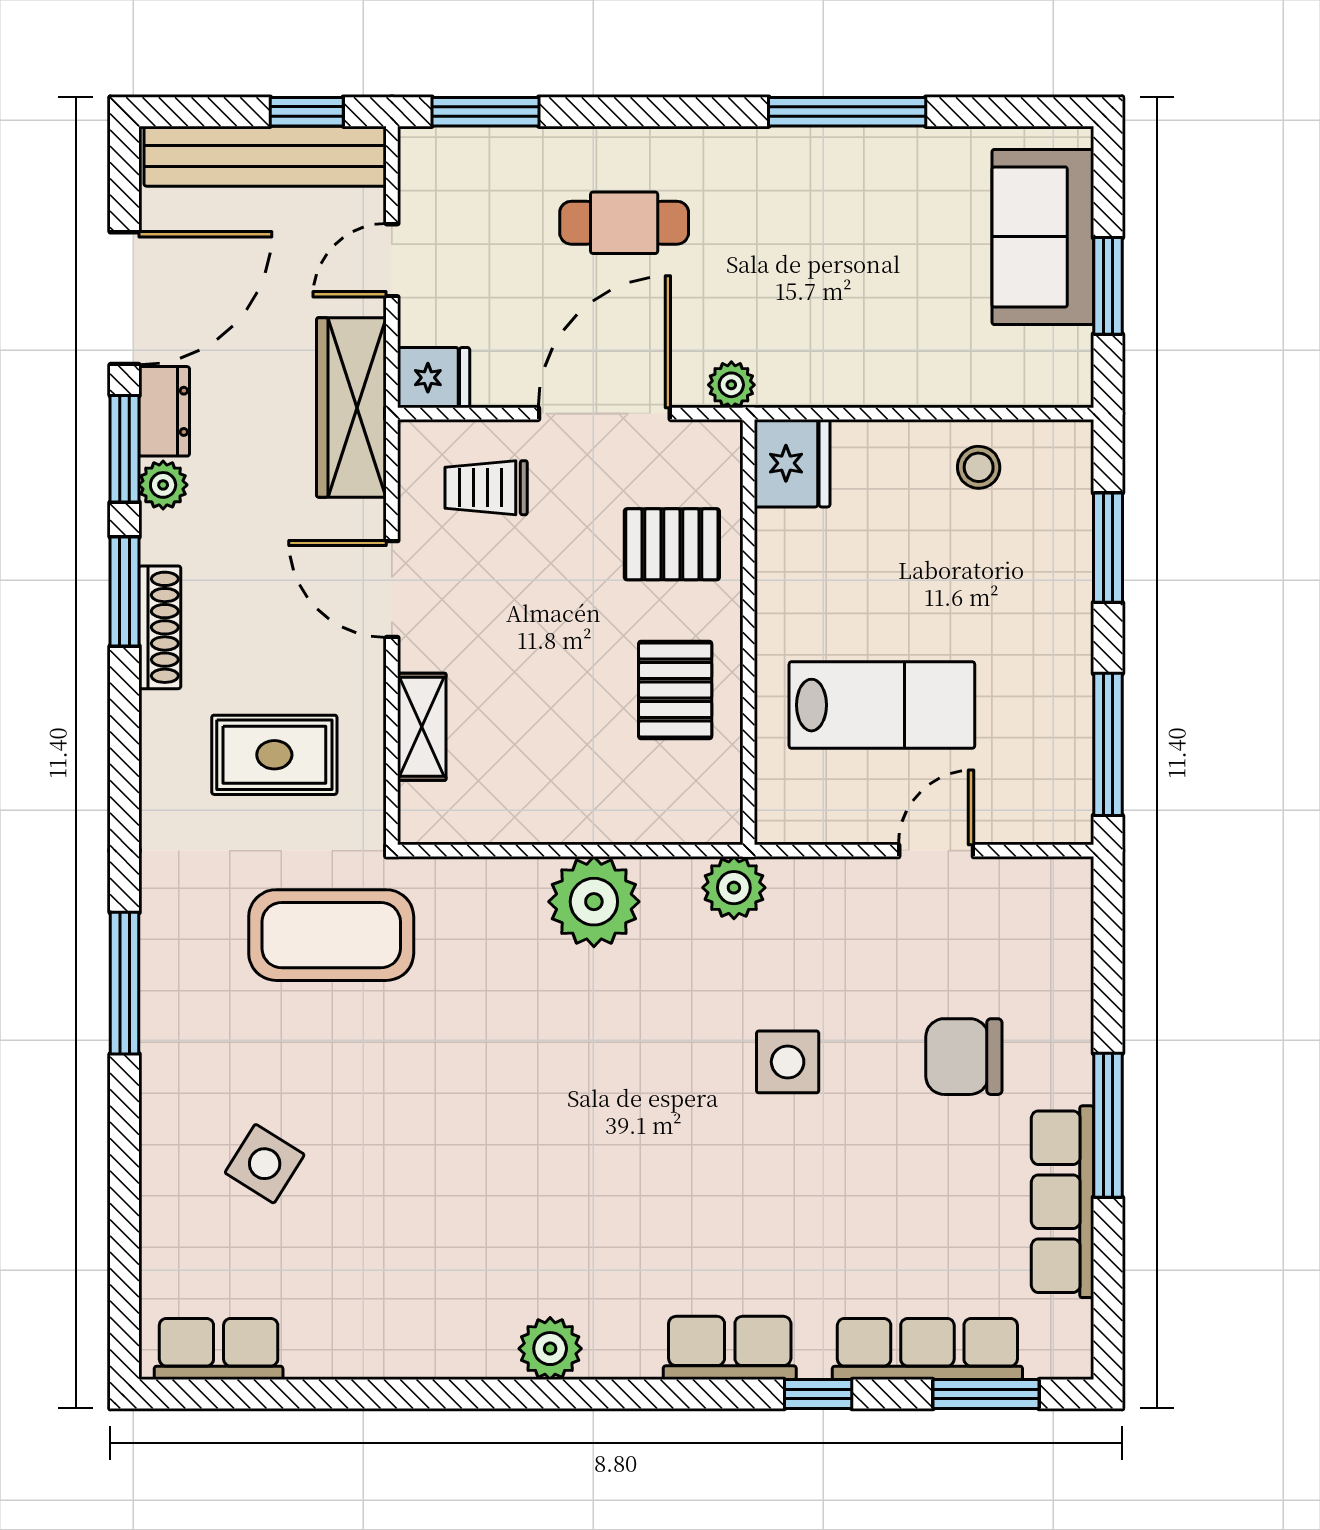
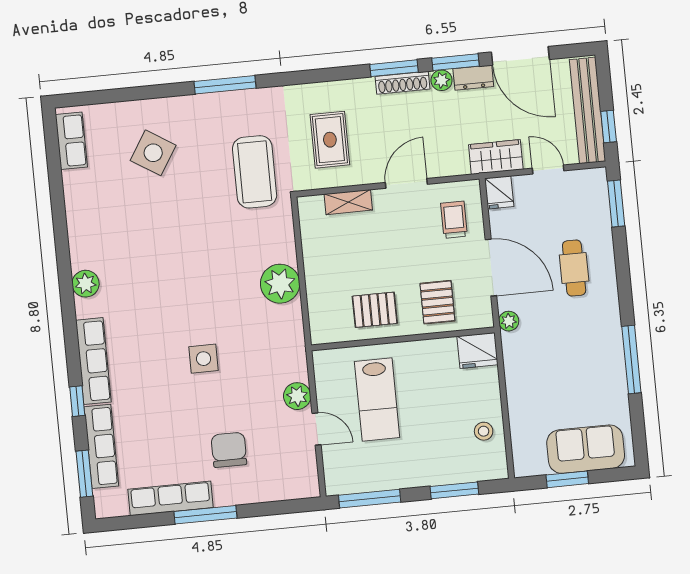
wardrobe: (351, 407) -> (496, 157), width x0.67
shoe rack: (160, 627) -> (403, 83), moved
plant: (734, 888) -> (297, 396), moved
side table: (788, 1062) -> (204, 359), moved
side table: (265, 1164) -> (153, 153), width x1.37, depth x1.37
row of seats: (730, 1348) -> (93, 361), width x1.48

